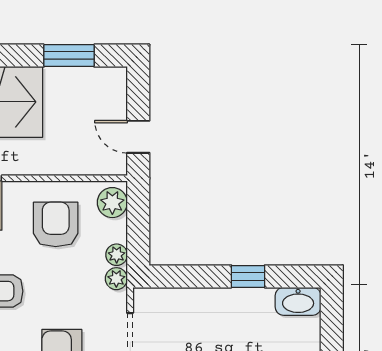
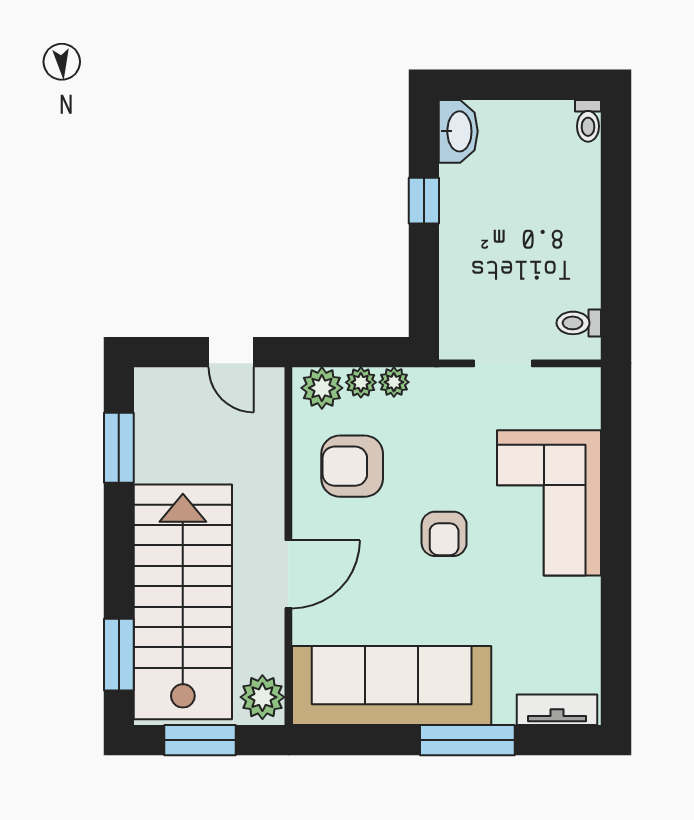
door: (138, 137) -> (231, 352), hinge flipped
plant: (116, 279) -> (361, 382), moved

